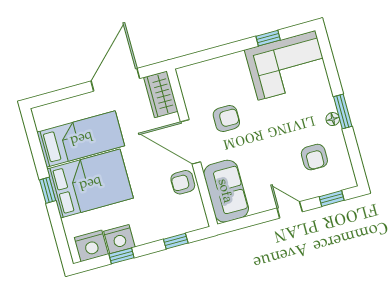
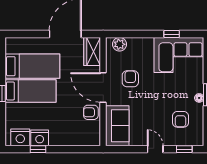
plant: (197, 73) -> (119, 44), added
armchair: (226, 119) -> (130, 79), turned -90
bed: (90, 184) -> (31, 91), width x0.67
window: (176, 241) -> (76, 149), removed

